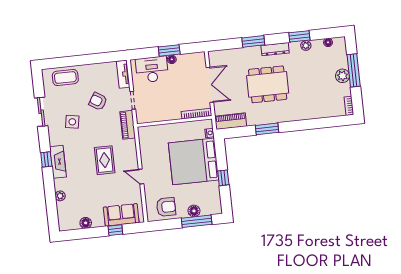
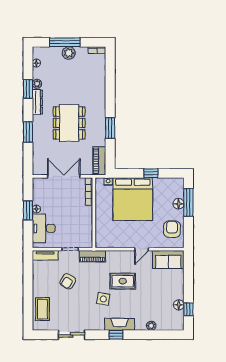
dresser: (275, 49) -> (37, 102), moved
side table: (72, 122) -> (103, 299), moved
sofa: (121, 215) -> (168, 260), moved, turned -90
window: (115, 230) -> (188, 309), moved

